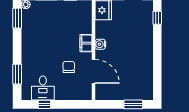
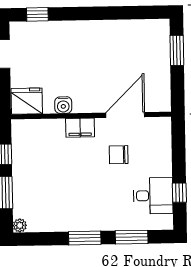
window: (17, 18) -> (85, 238), moved
water cooler: (100, 44) -> (63, 105), moved

